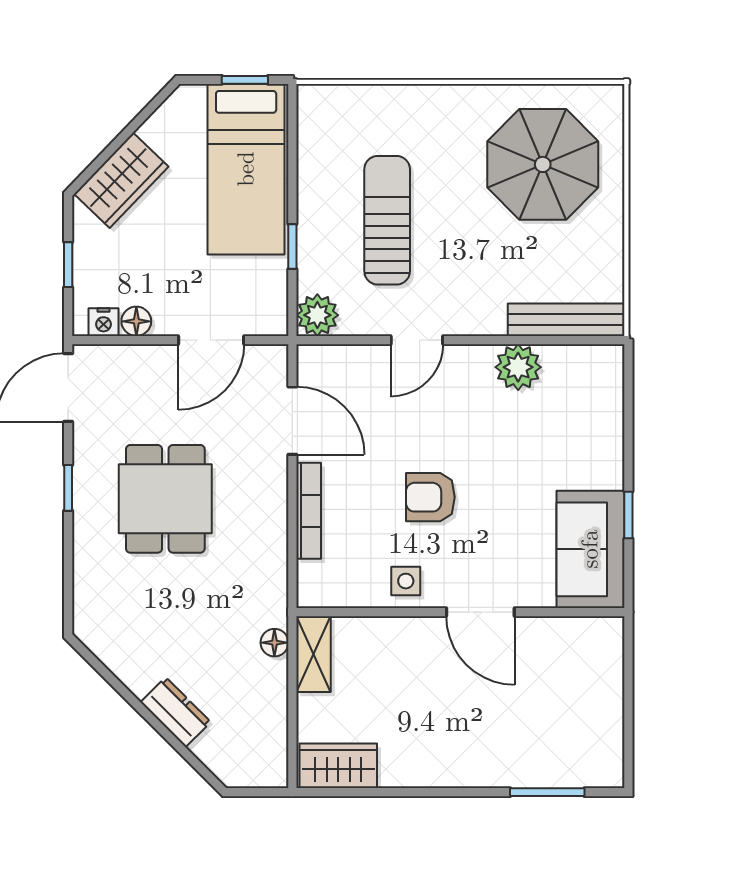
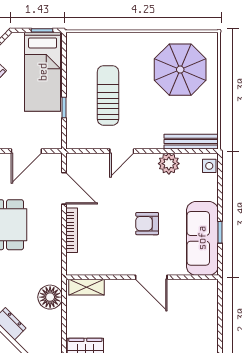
plant: (317, 315) -> (76, 139), removed
armchair: (430, 497) -> (147, 224), moved
sofa: (590, 549) -> (202, 238), width x1.36
side table: (406, 581) -> (209, 166), moved
floor lamp: (274, 643) -> (50, 297), width x1.89, depth x1.89
shelving: (313, 654) -> (86, 287), moved, turned 90

